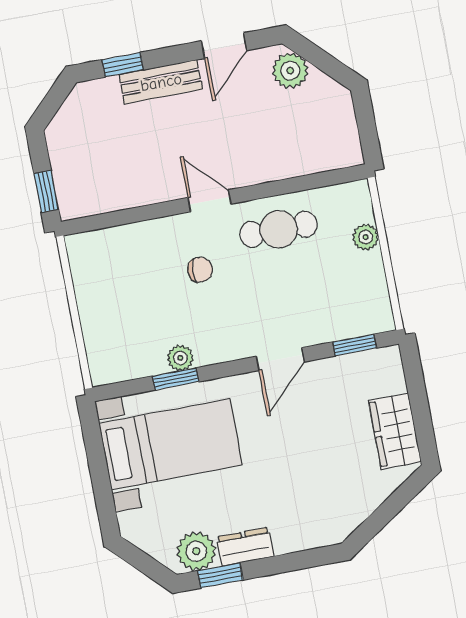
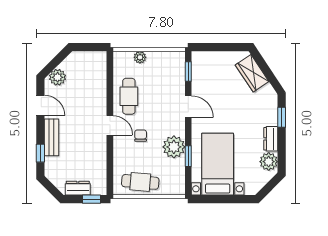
dresser: (64, 158) -> (78, 188), added
door: (209, 201) -> (110, 125), swing flipped
cafe table: (102, 288) -> (140, 182), added
plant: (180, 358) -> (174, 147), width x1.87, depth x1.87
wardrobe: (395, 431) -> (252, 73), moved, turned 56
window: (220, 575) -> (282, 117), moved

